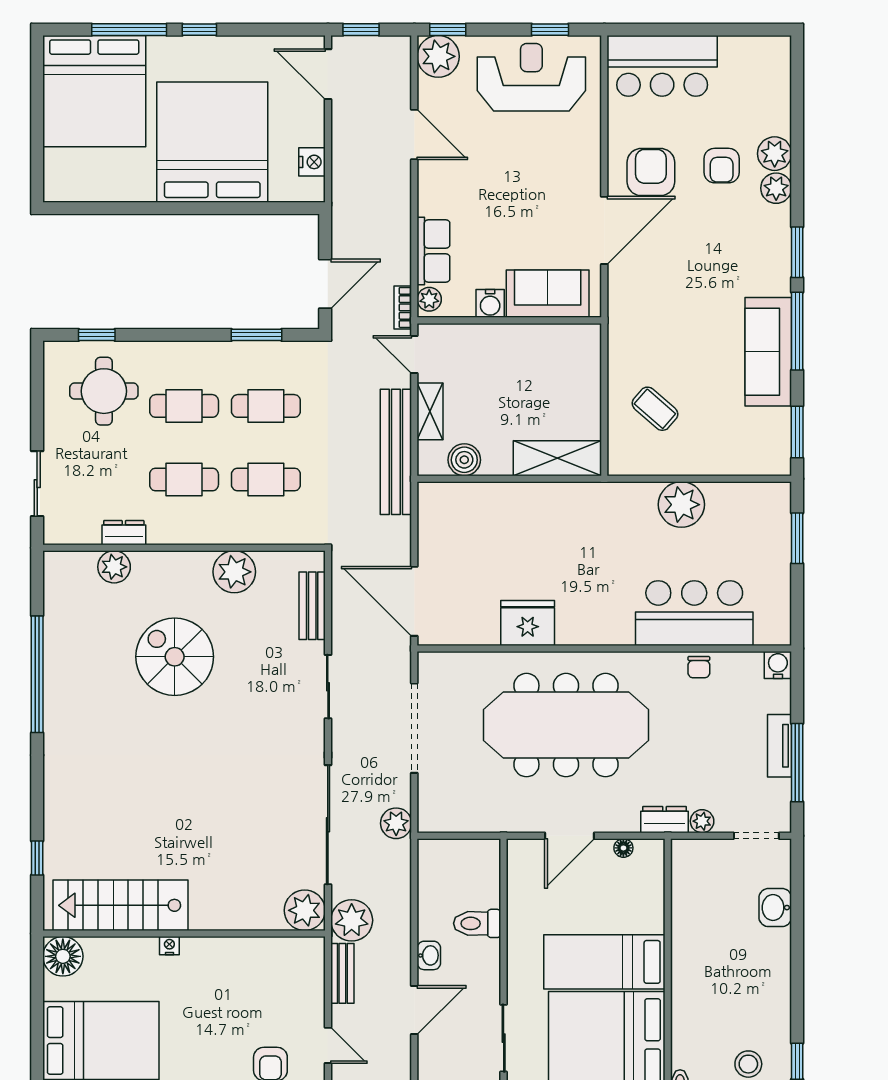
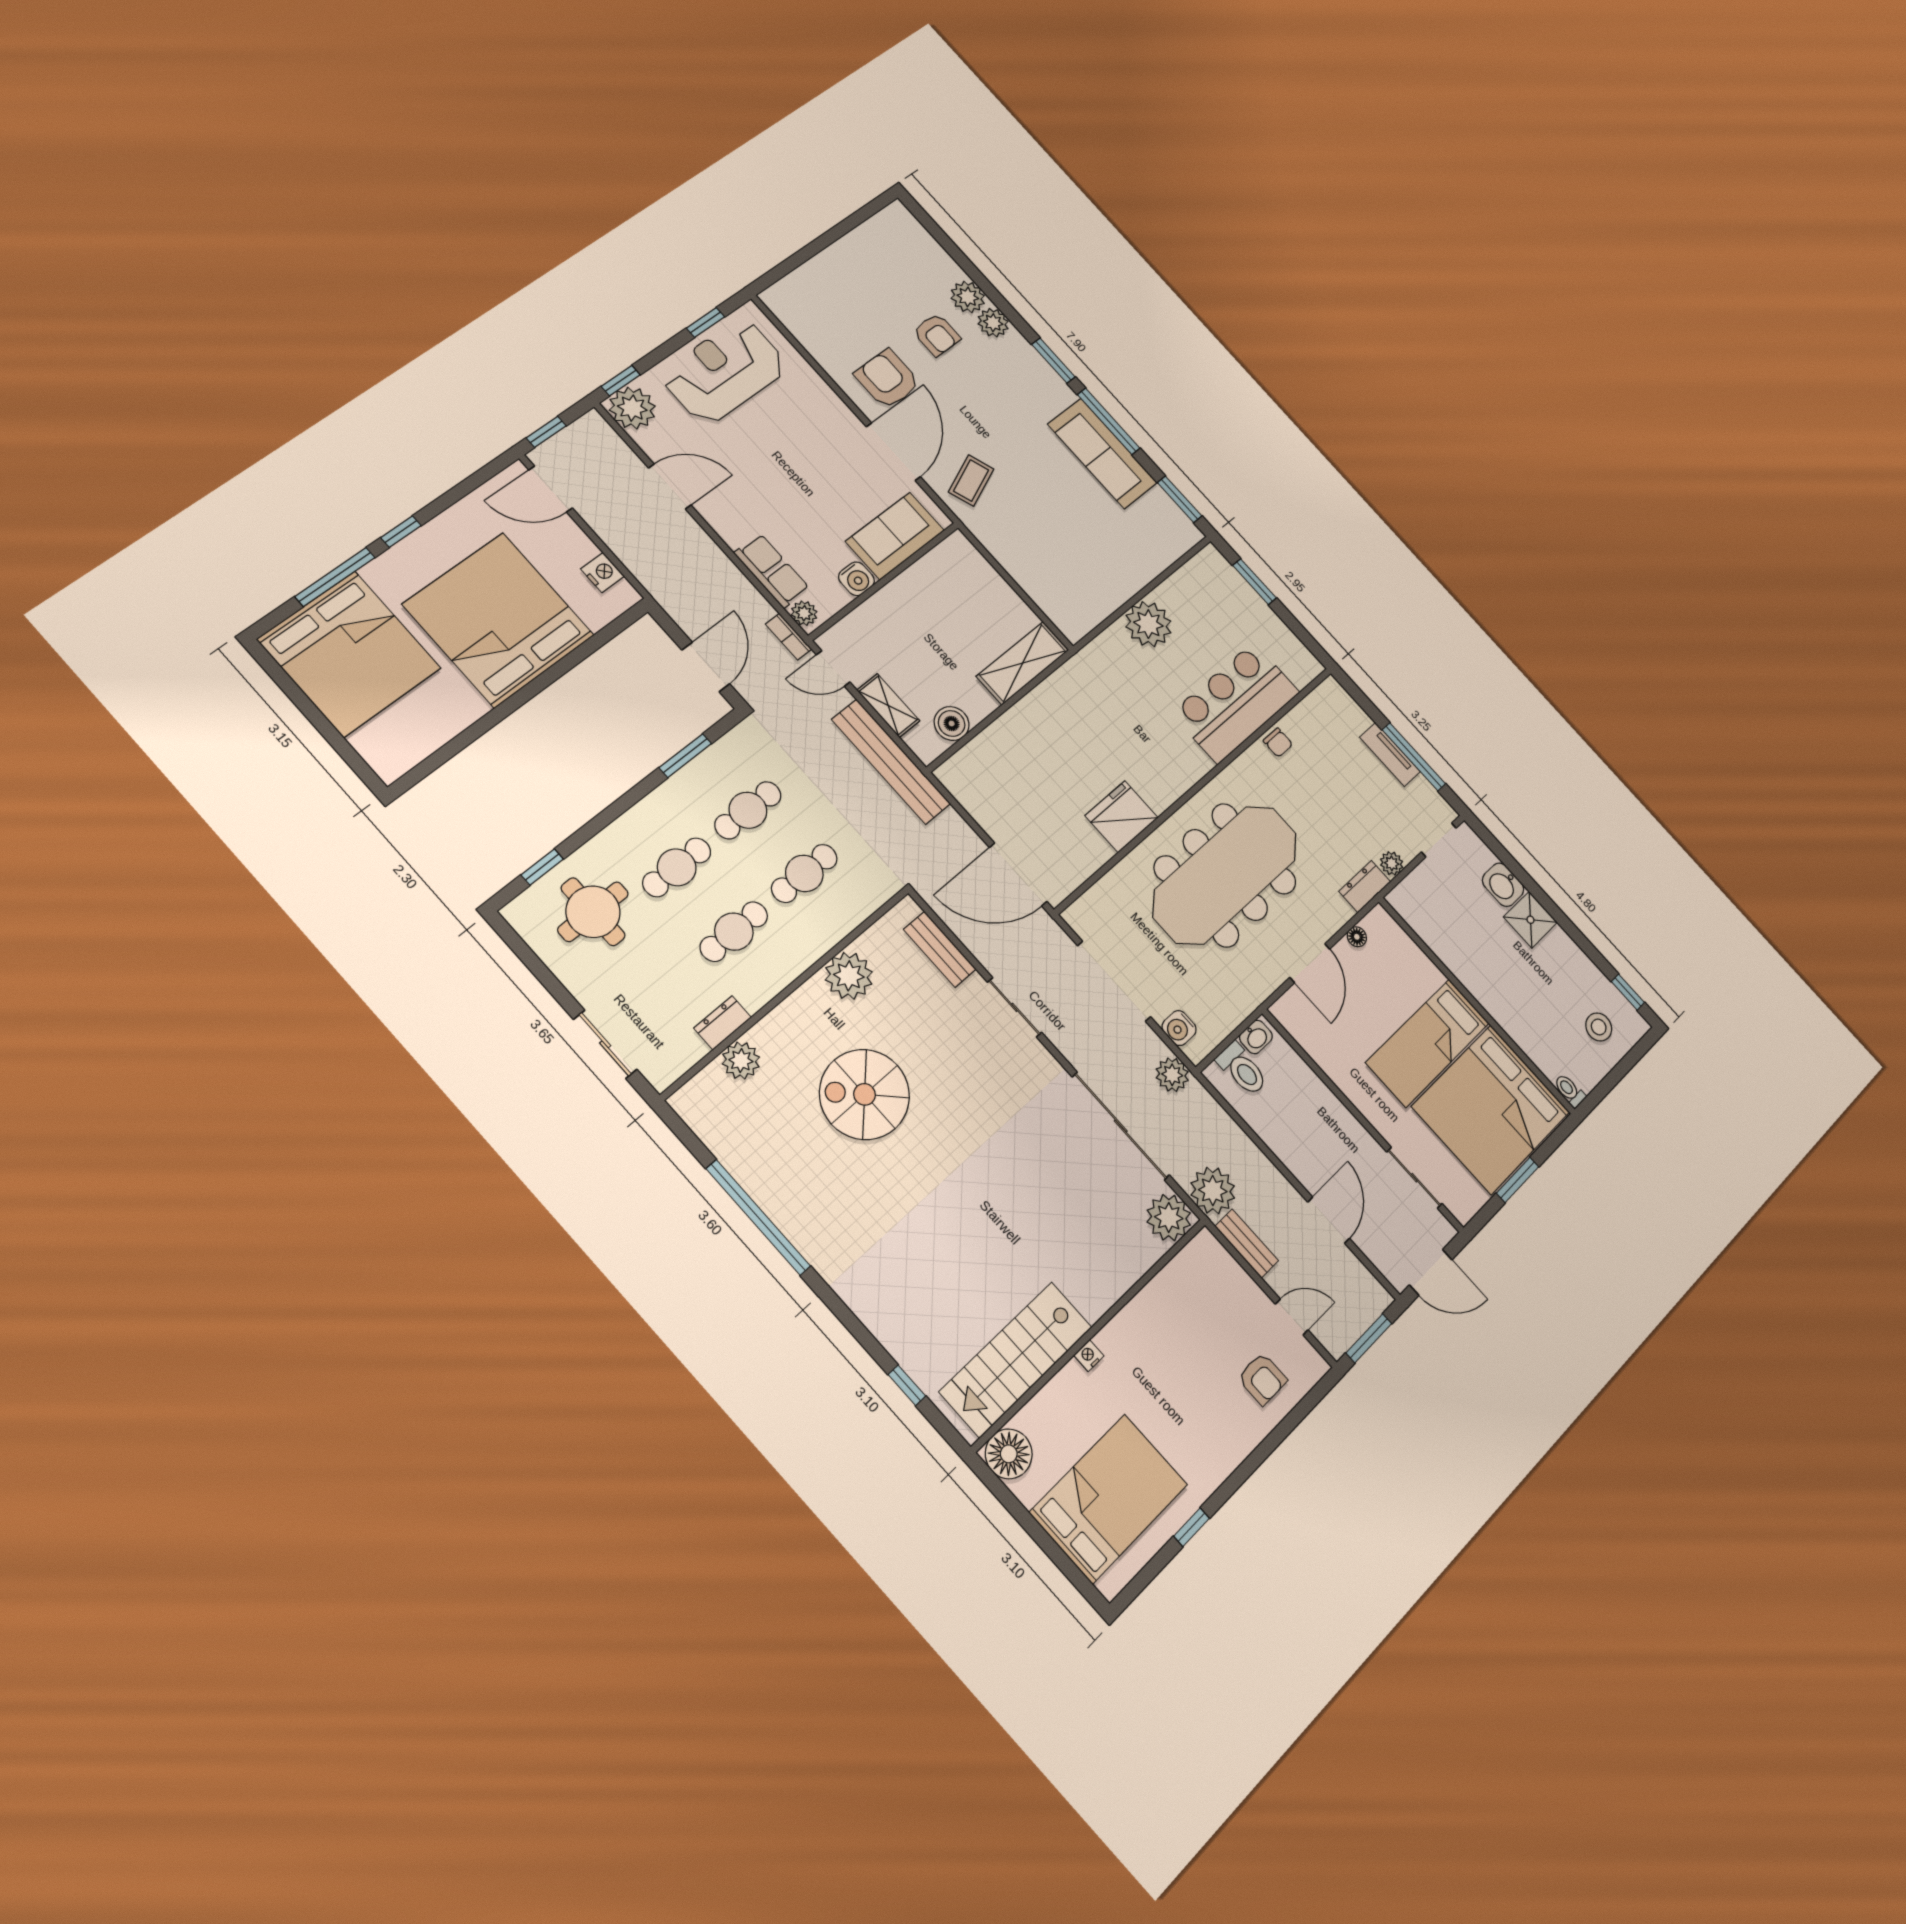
bar counter: (662, 66) -> (821, 289), removed
coffee table: (655, 409) -> (971, 480), moved, turned -62
water cooler: (778, 665) -> (1179, 1028), moved, turned -90
toilet: (477, 923) -> (1242, 1069), moved, turned -90
shower: (772, 949) -> (1530, 920), added
washbasin: (429, 955) -> (1256, 1037), moved, turned 90

